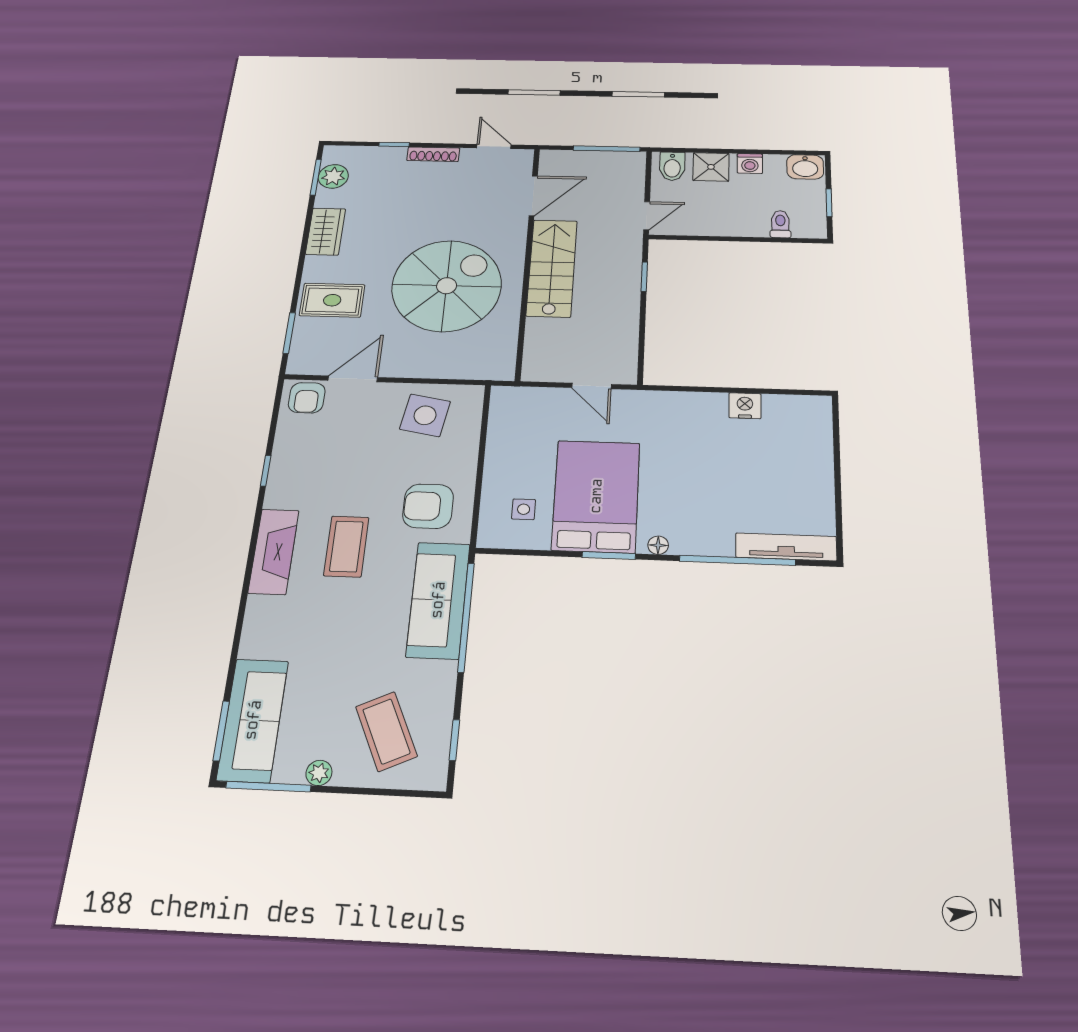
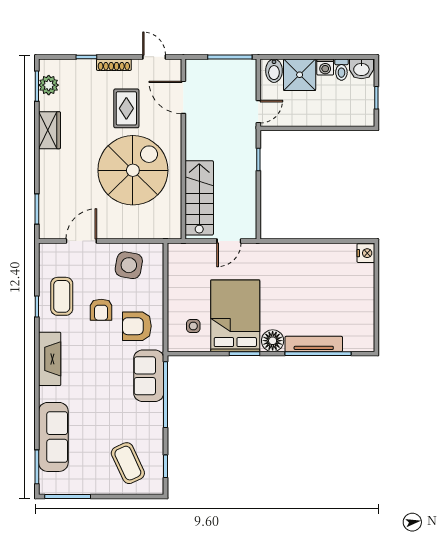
shower: (711, 167) -> (300, 75), width x1.36, depth x1.36
door: (533, 196) -> (183, 97), swing flipped
toilet: (780, 224) -> (341, 70), moved, turned 180
stairs: (552, 268) -> (199, 198), moved
rug: (332, 300) -> (126, 108), moved, turned 90
door: (592, 386) -> (229, 241), hinge flipped
armchair: (307, 398) -> (101, 310), moved
nightstand: (745, 406) -> (366, 253), moved, turned 90
floor lamp: (658, 545) -> (273, 341), width x1.89, depth x1.89
coffee table: (346, 546) -> (62, 296), moved
tv unit: (786, 547) -> (314, 344), moved
sofa: (438, 600) -> (149, 376), width x0.73
sofa: (253, 720) -> (53, 437), moved
plant: (319, 773) -> (94, 488), removed

